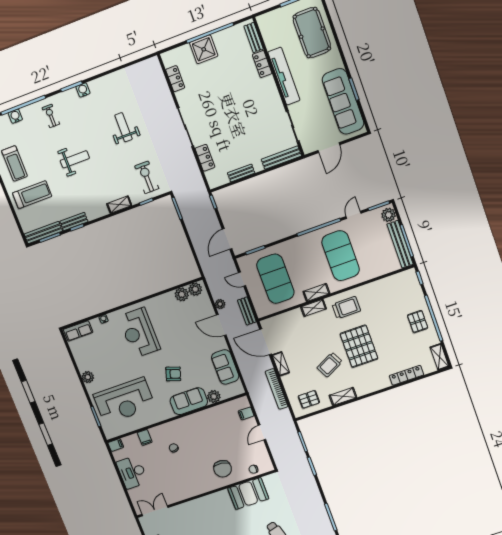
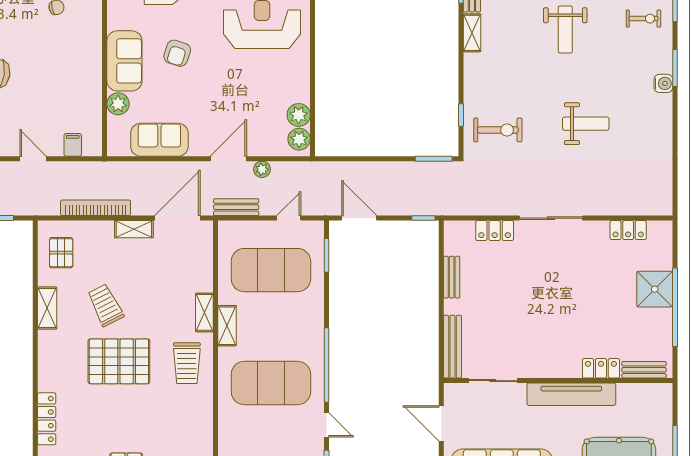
shelving: (119, 205) -> (472, 33), moved

